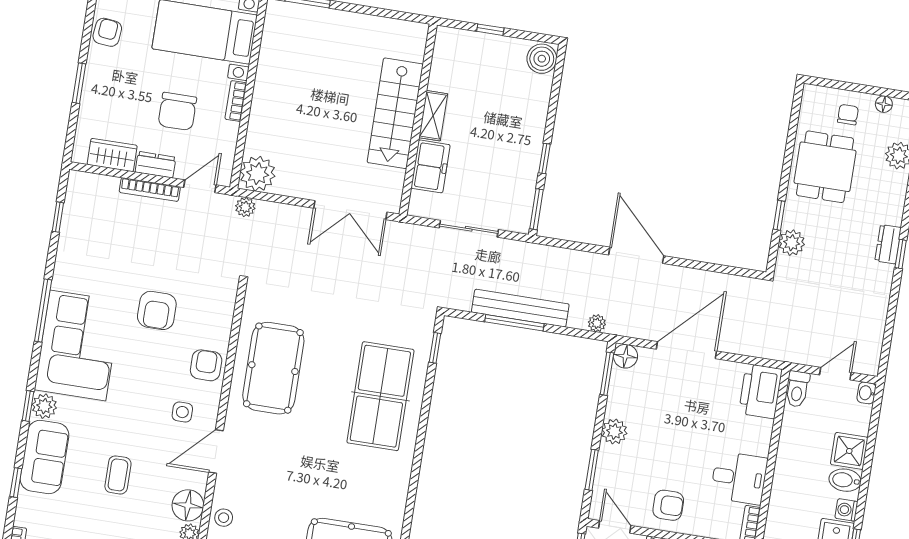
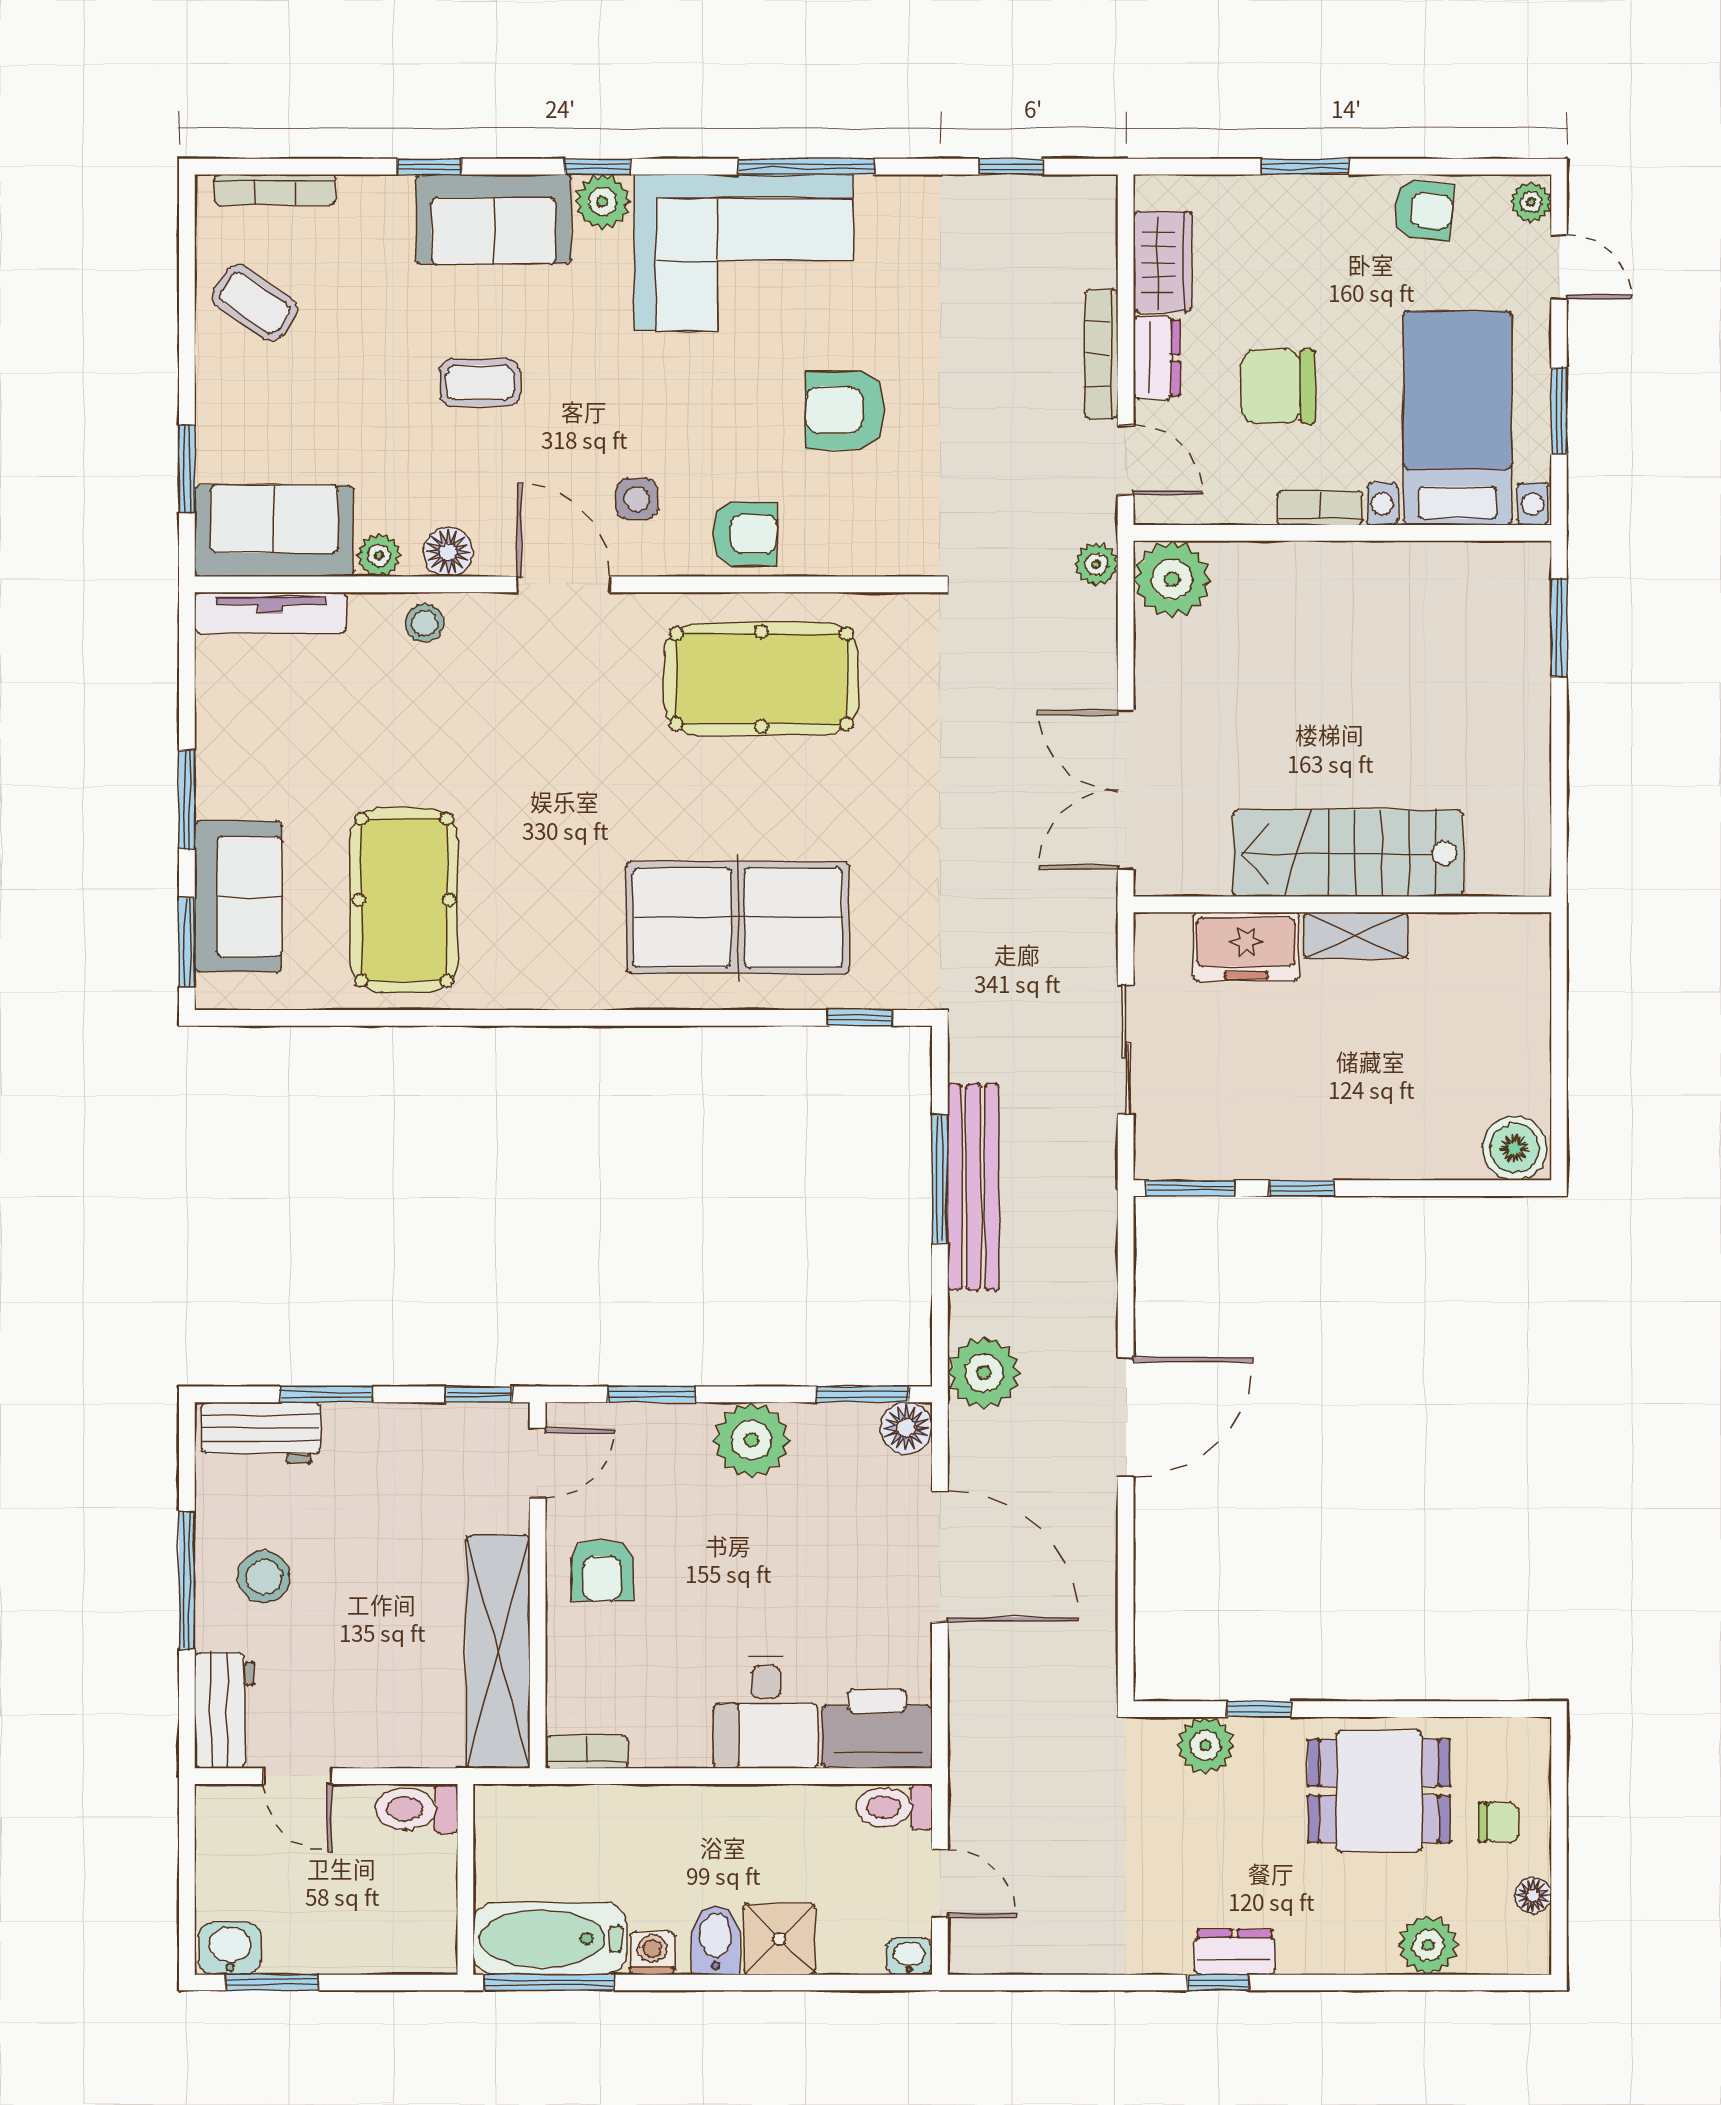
window: (490, 30) -> (1559, 1028), removed
plant: (597, 323) -> (984, 1373), width x1.88, depth x1.88
plant: (614, 432) -> (751, 1440), width x1.36, depth x1.36
desk: (739, 478) -> (766, 1712), moved
floor lamp: (188, 505) -> (448, 552), width x0.73, depth x0.73

